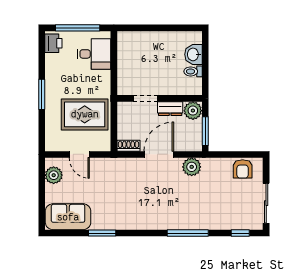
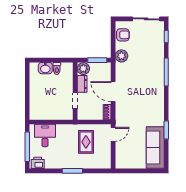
rug: (85, 114) -> (86, 142), width x0.73, depth x0.70
door: (79, 154) -> (113, 134), moved
plant: (192, 167) -> (121, 56), moved
plant: (54, 175) -> (127, 163), removed
sofa: (68, 217) -> (155, 148), width x1.36

